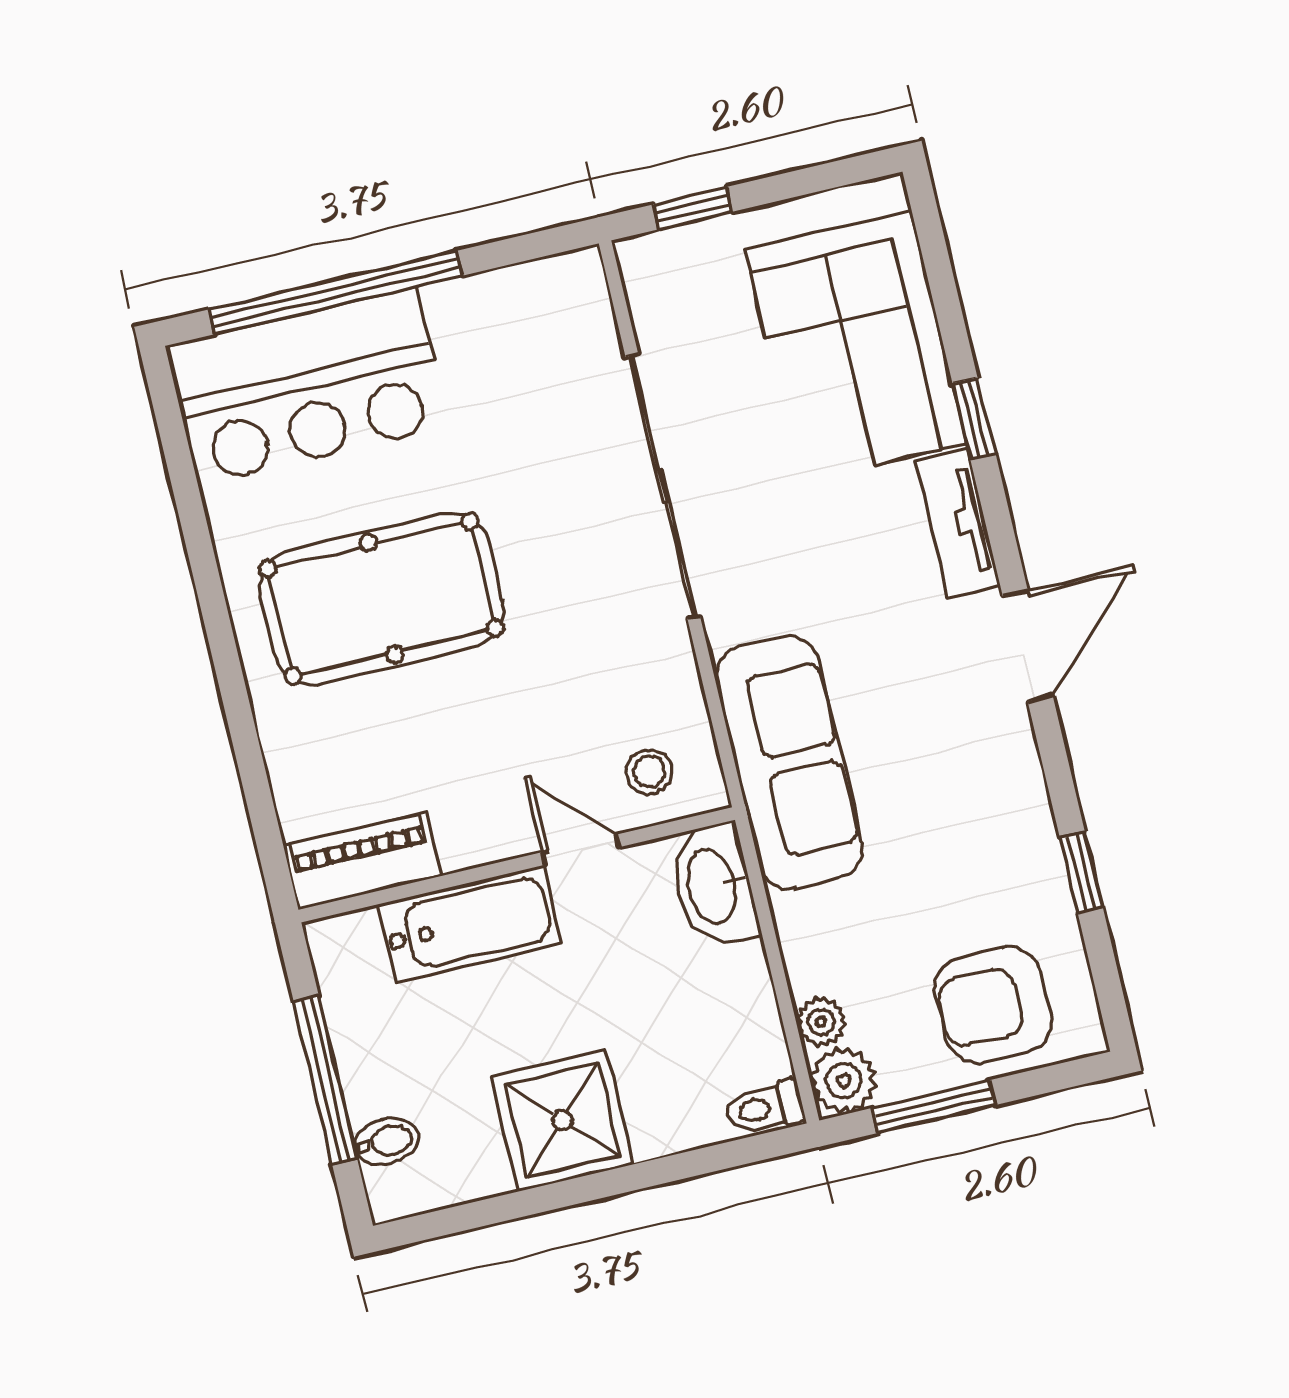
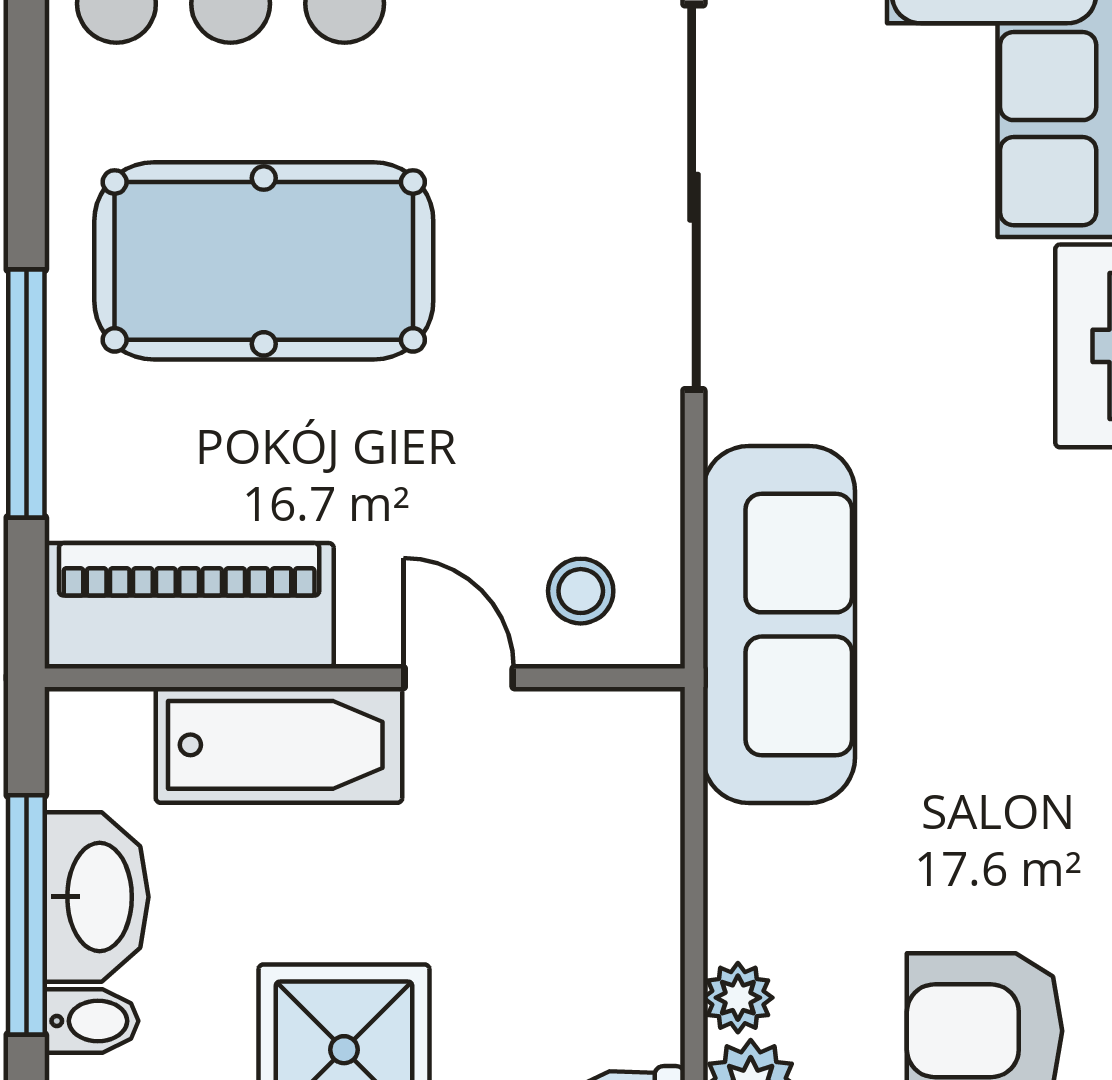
window: (242, 726) -> (26, 393), added
piano: (362, 861) -> (189, 606), width x1.37, depth x1.33
washbasin: (713, 886) -> (96, 897), moved, turned 180

